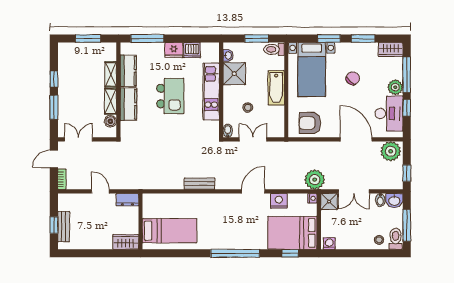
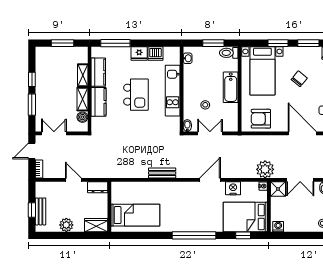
shower: (234, 74) -> (193, 75), removed
plant: (92, 242) -> (66, 225), added

